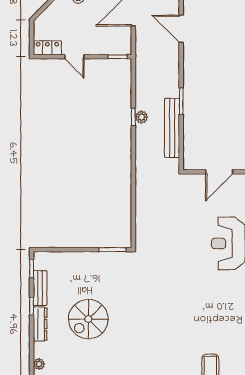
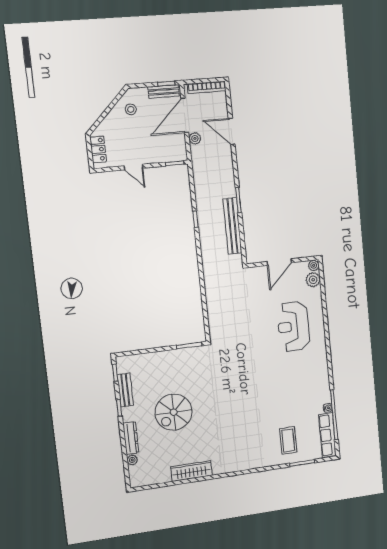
locker: (47, 48) -> (98, 149), moved, turned 90
plant: (141, 117) -> (195, 138), moved
dresser: (40, 324) -> (131, 438), moved

